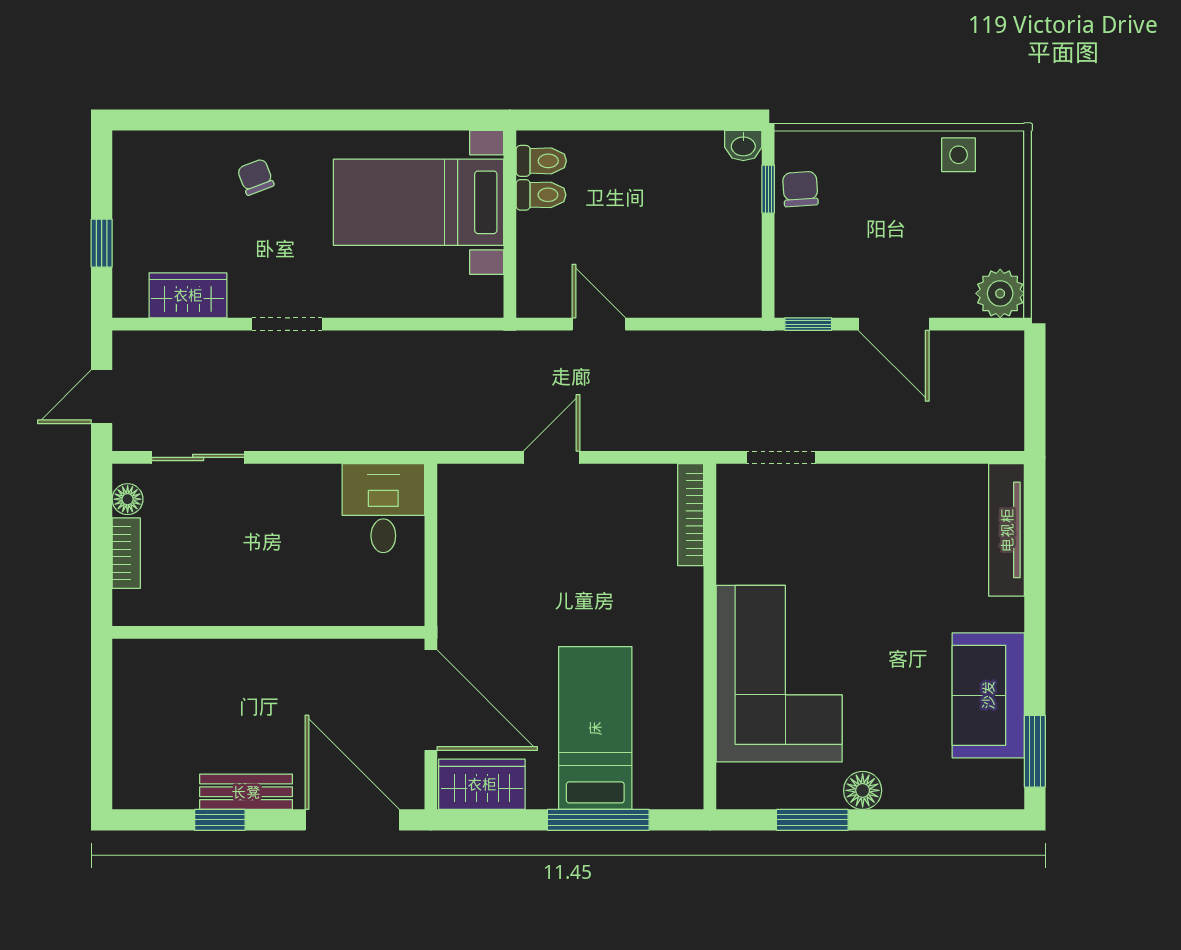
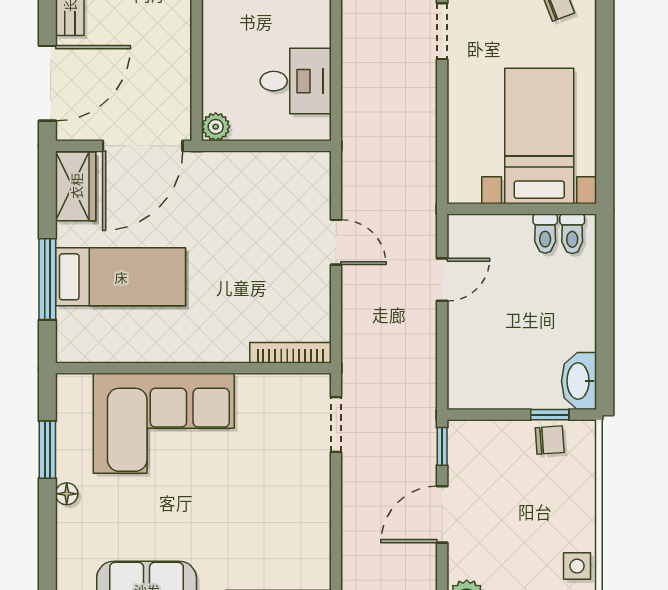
washbasin: (743, 146) -> (579, 381), width x1.91, depth x1.45
desk: (383, 508) -> (296, 81), moved
plant: (407, 608) -> (216, 127), added
floor lamp: (863, 790) -> (67, 494), width x0.73, depth x0.73

